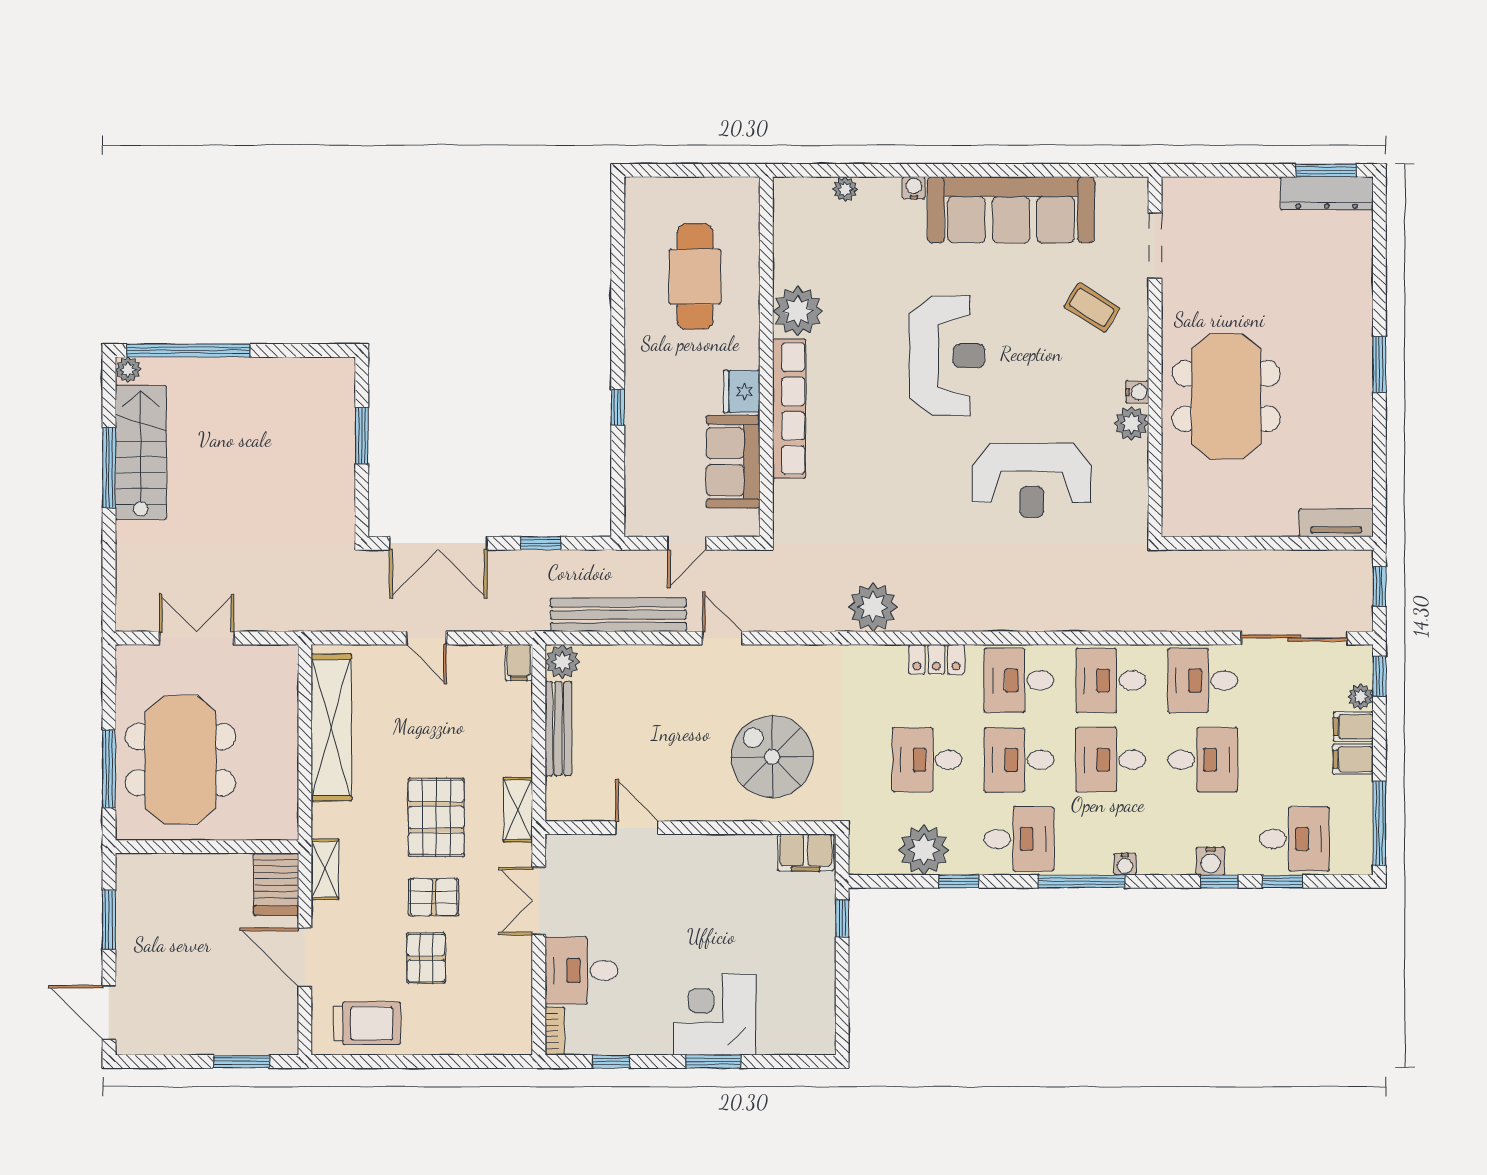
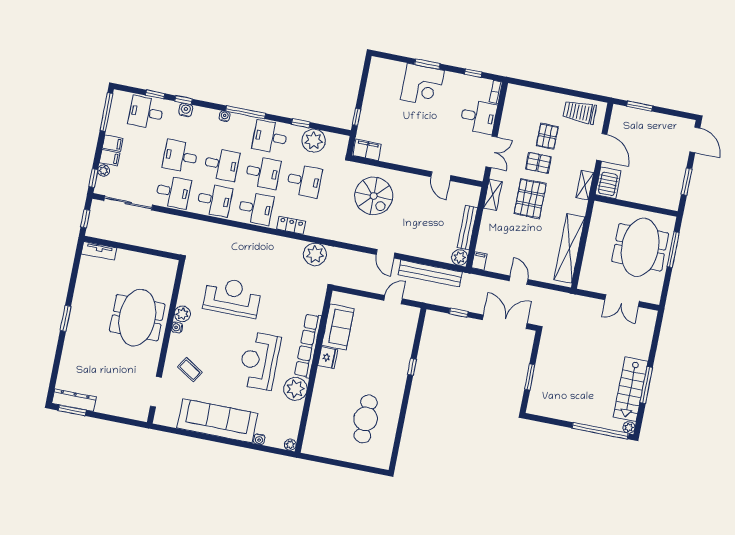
plant: (798, 311) -> (295, 389), moved
wall: (766, 357) -> (314, 371), moved
fridge: (742, 391) -> (328, 358), moved
row of seats: (789, 409) -> (308, 346), moved
sofa: (733, 462) -> (338, 327), moved

